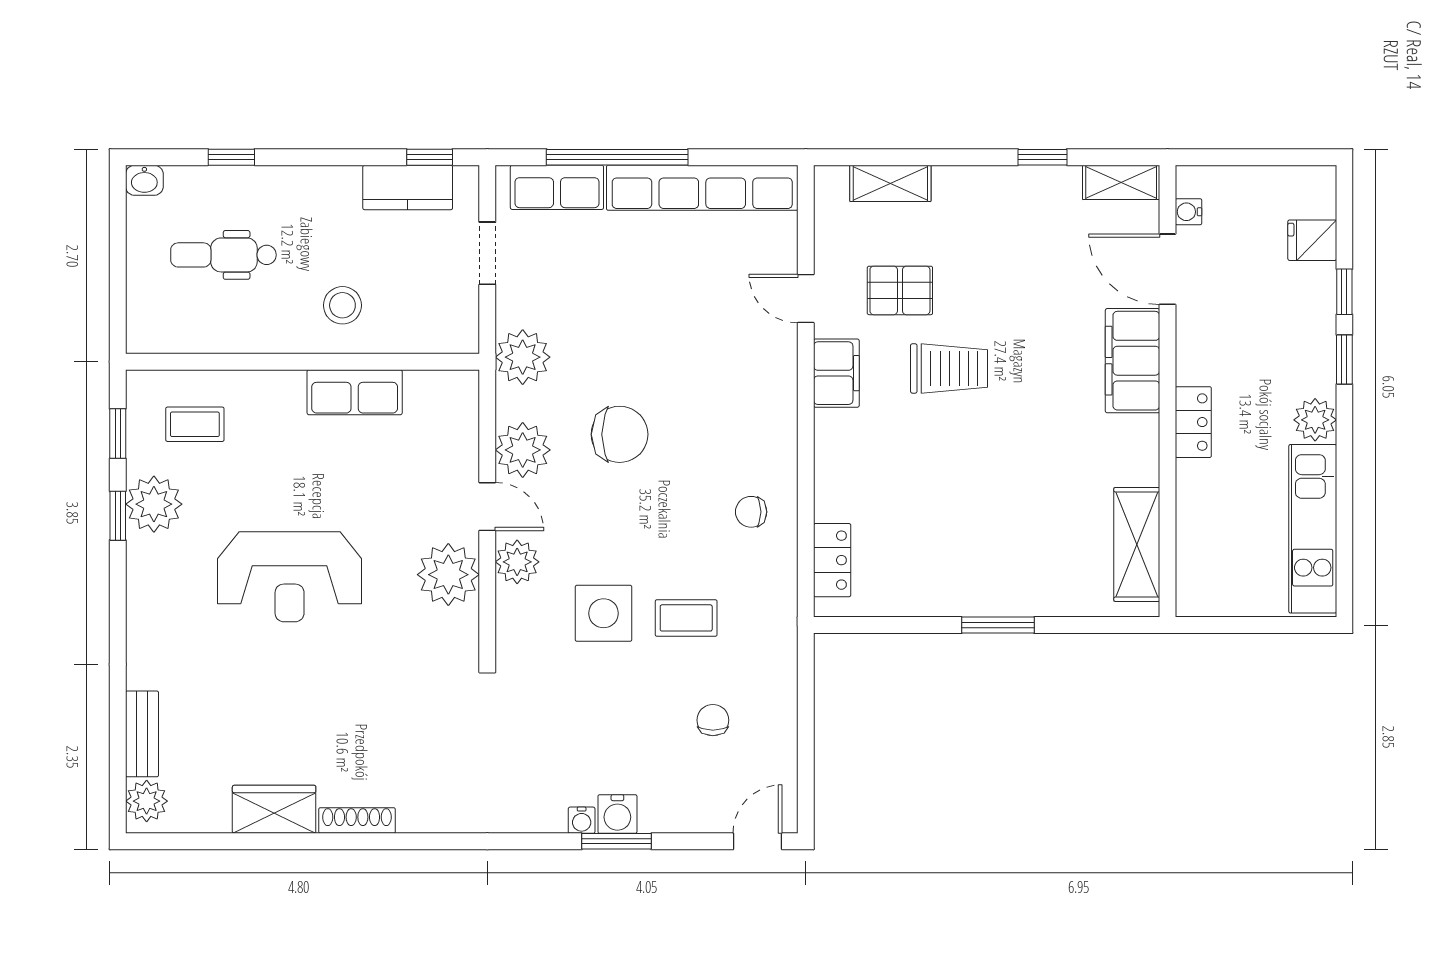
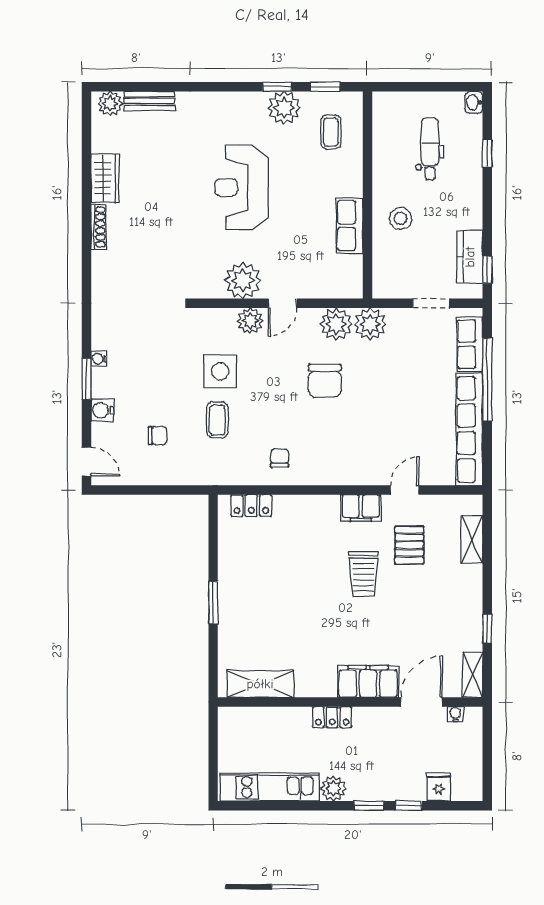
plant: (523, 450) -> (336, 324), moved
water cooler: (617, 814) -> (102, 410), moved

